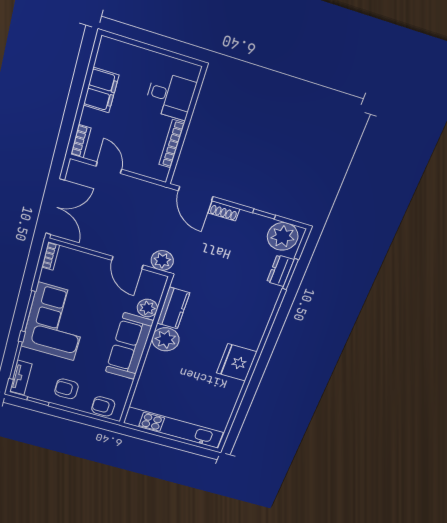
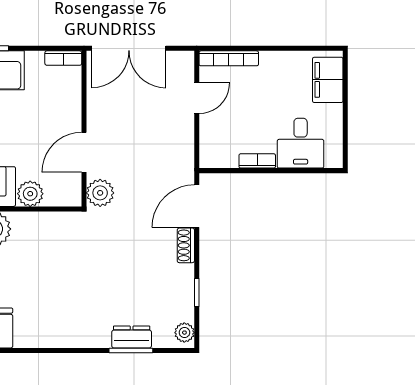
filing cabinet: (101, 90) -> (328, 80), moved, turned 90
bookcase: (81, 141) -> (229, 58), width x1.56
bookcase: (172, 144) -> (257, 161), width x0.64
plant: (283, 236) -> (184, 333), width x0.53, depth x0.53
kitchen counter: (173, 308) -> (40, 225), removed

